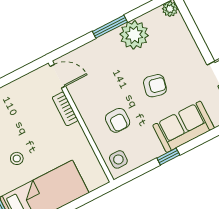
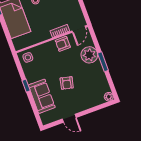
plant: (134, 35) -> (89, 55), moved
armchair: (118, 120) -> (63, 44), moved

